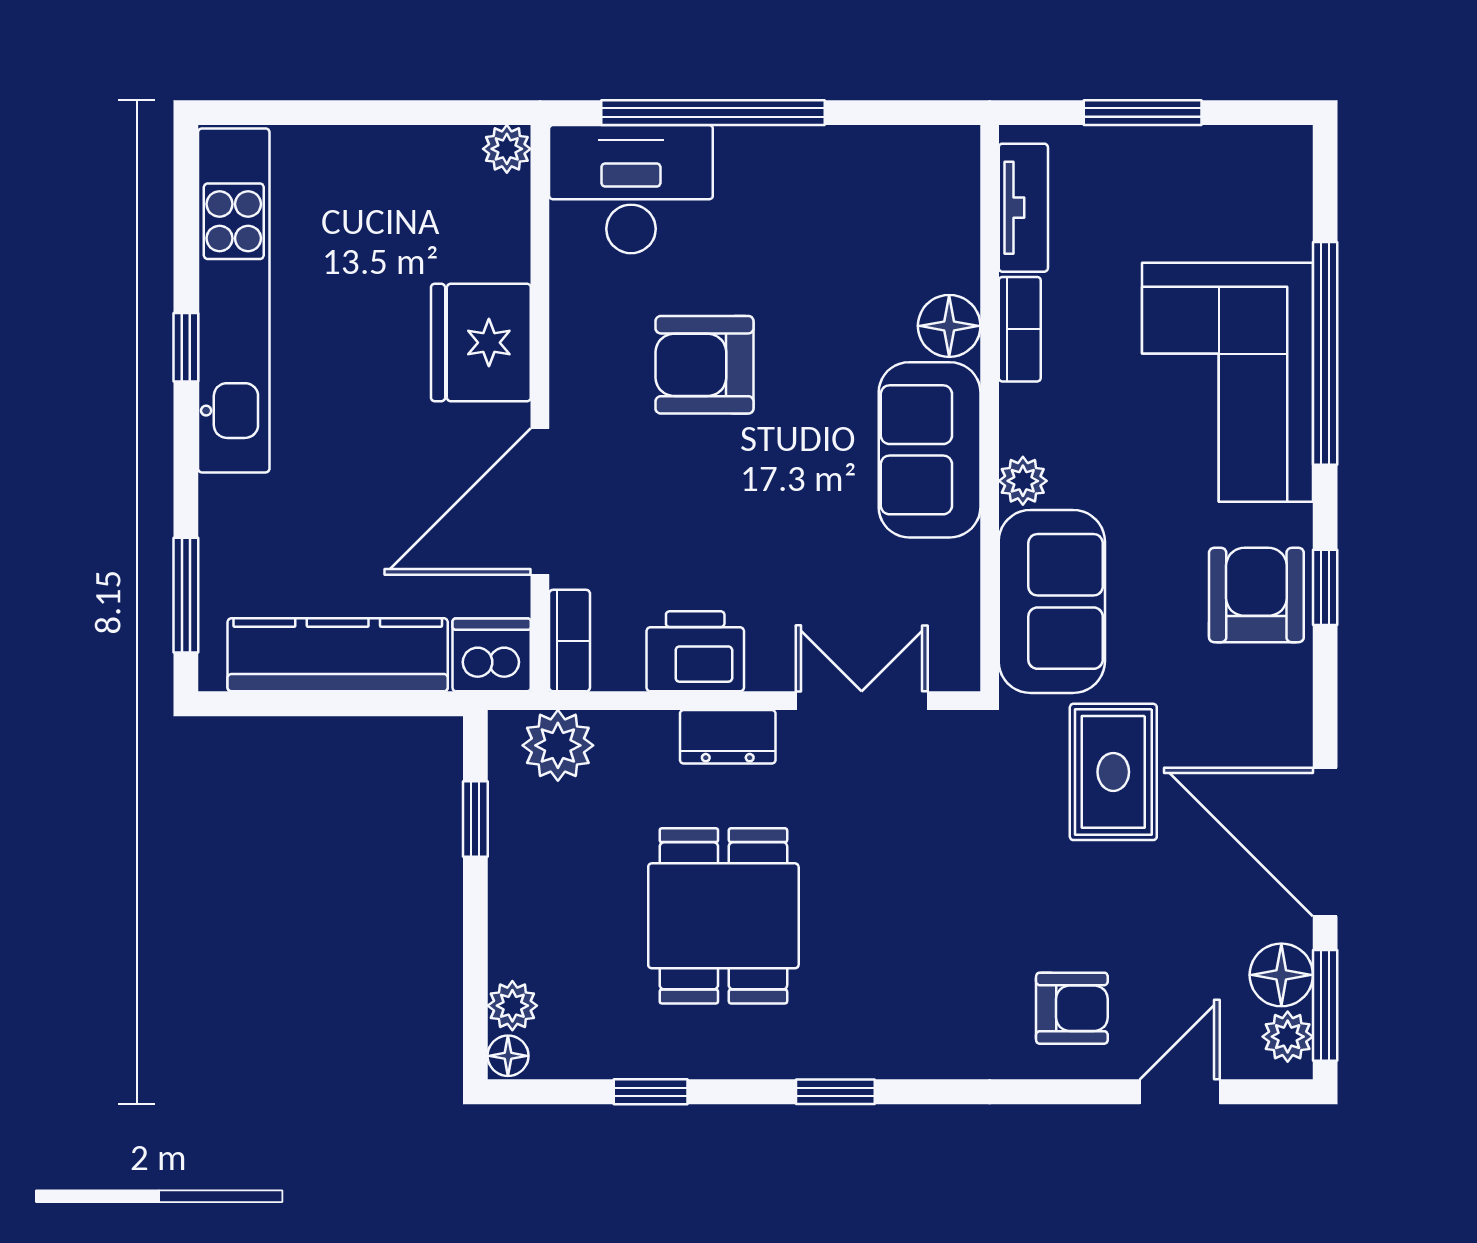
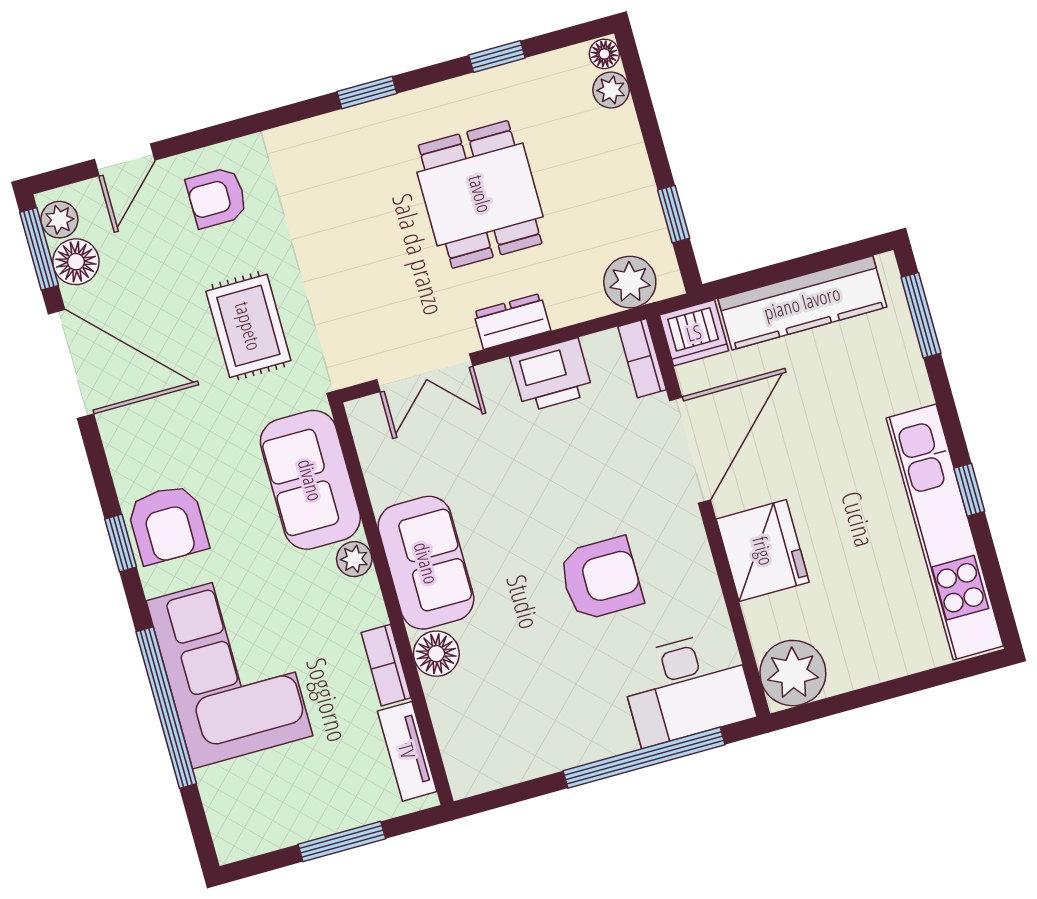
plant: (507, 149) -> (793, 673), width x1.88, depth x1.88
rug: (1113, 772) -> (248, 326), moved

